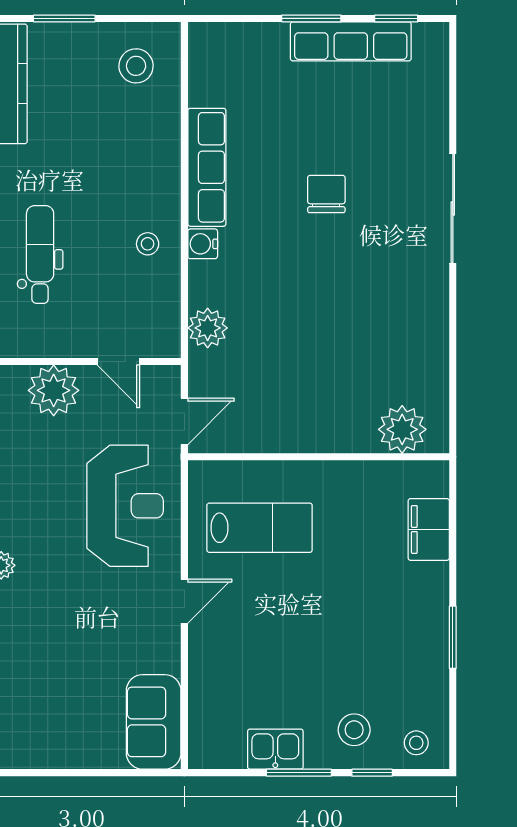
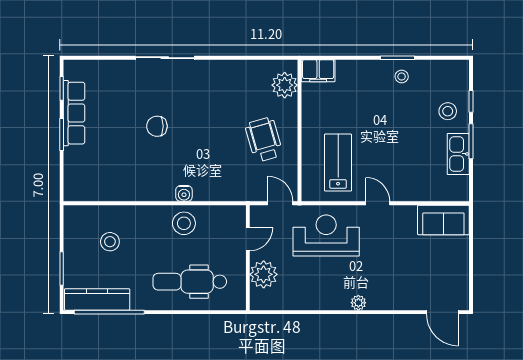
stool: (136, 66) -> (110, 242), moved
row of seats: (207, 167) -> (142, 191), removed
stool: (148, 244) -> (184, 223), width x1.89, depth x1.89
dental chair: (40, 255) -> (190, 282), width x1.36, depth x1.38
plant: (208, 328) -> (230, 191), removed
wheelchair: (302, 391) -> (264, 140), added
filing cabinet: (429, 529) -> (318, 71), moved
stool: (416, 743) -> (402, 76), moved
kitchen sink: (275, 749) -> (458, 154), width x1.38

